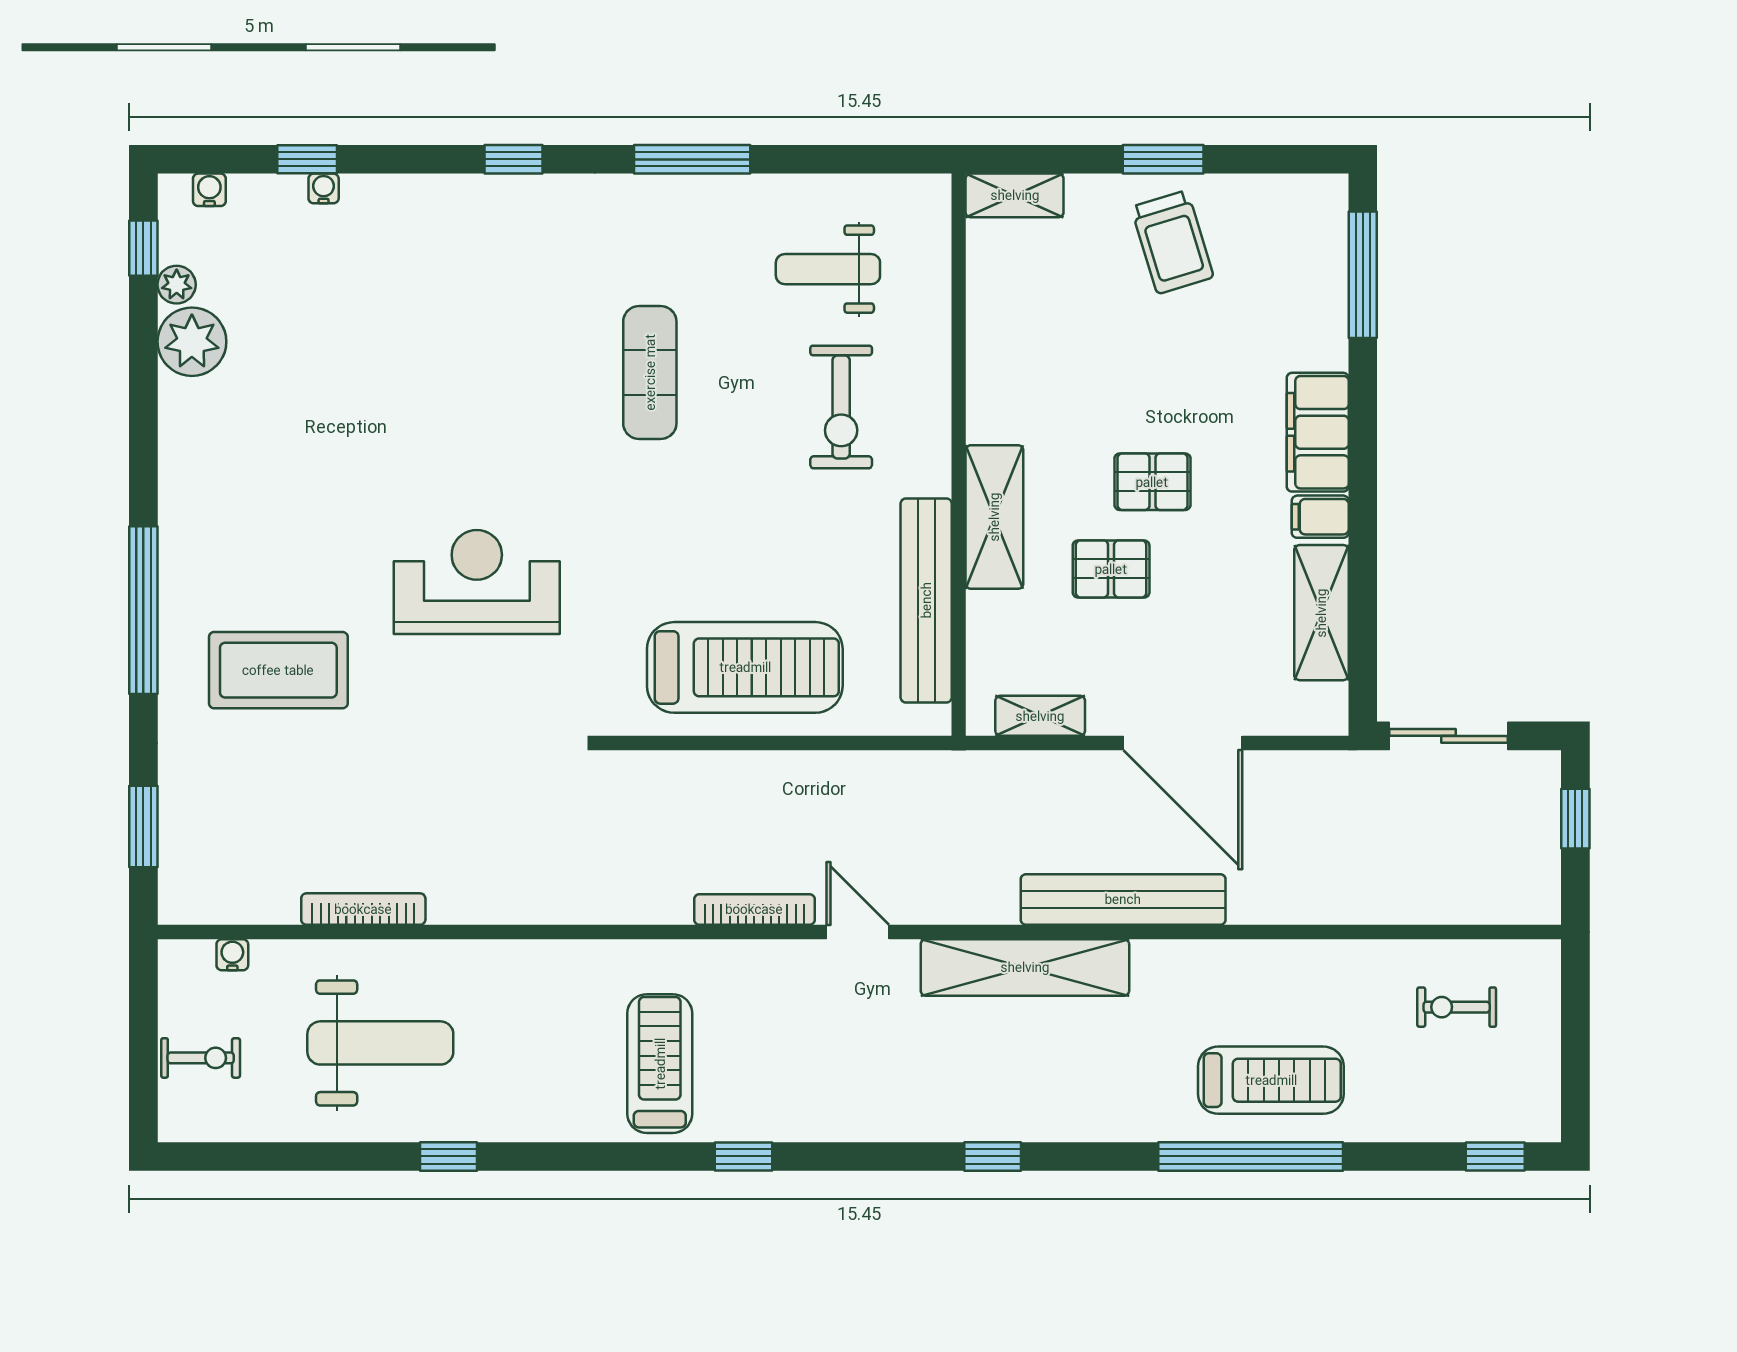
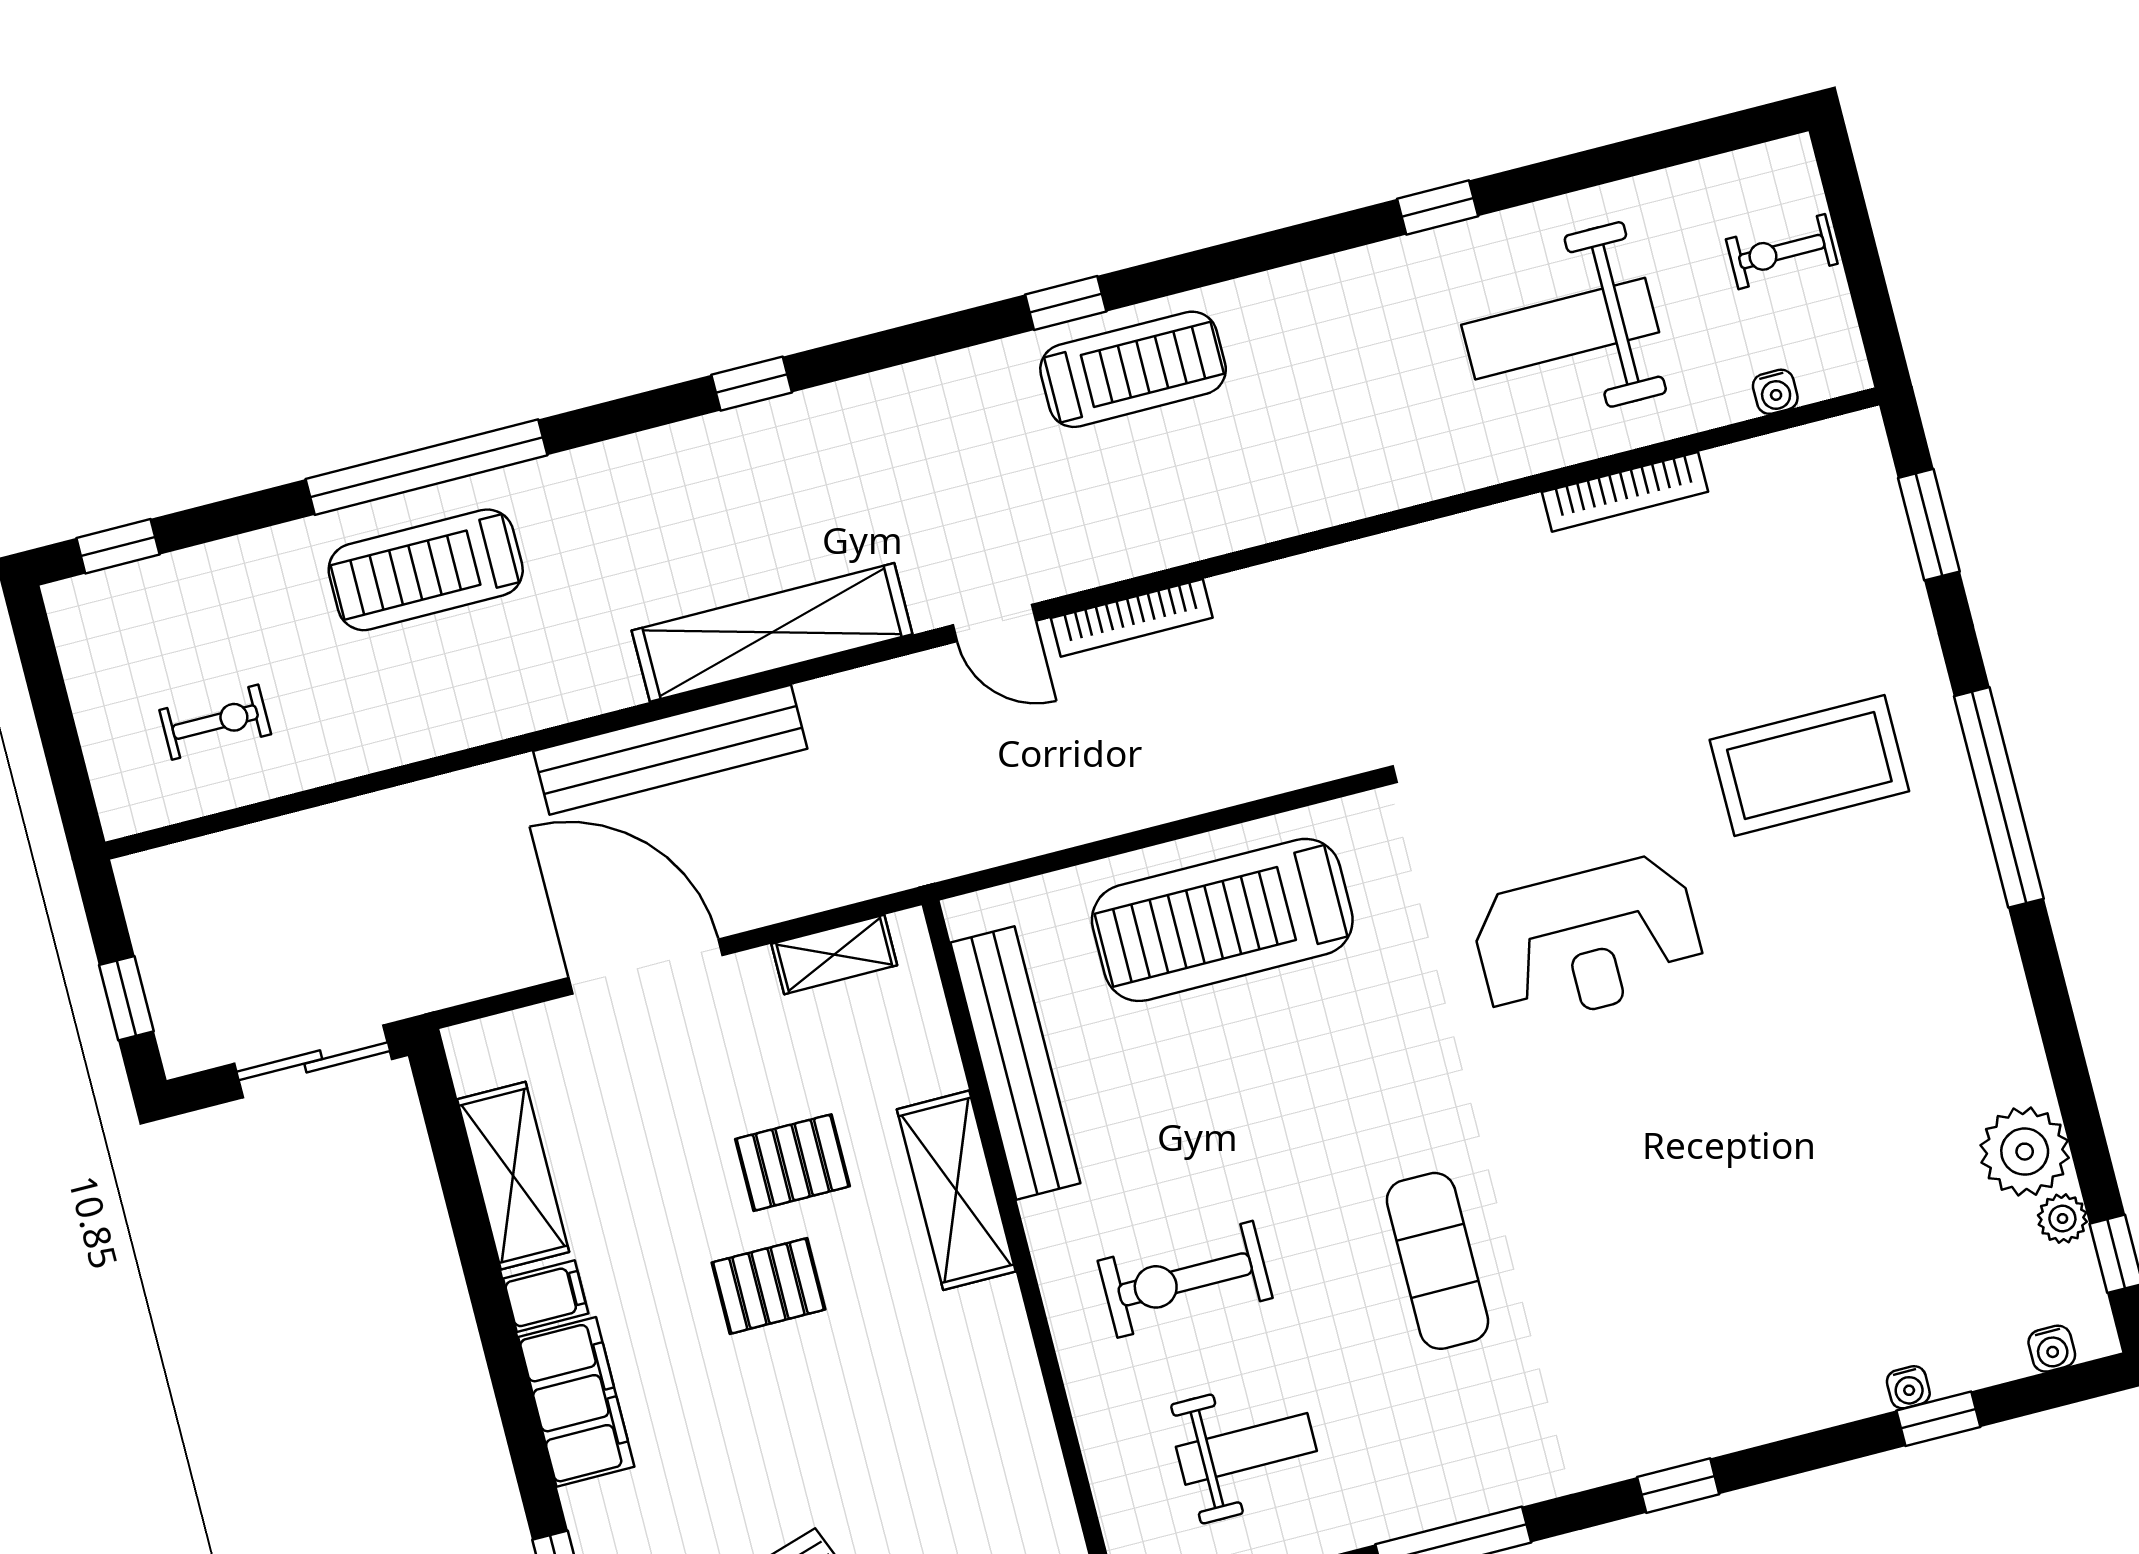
exercise bike: (841, 407) -> (1185, 1279), turned -90
treadmill: (660, 1064) -> (1133, 369), moved, turned -90

